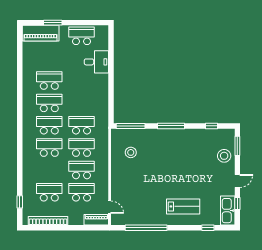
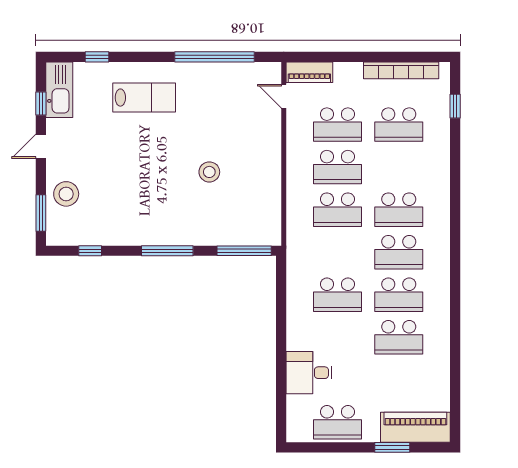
school desk: (81, 125) -> (337, 295), moved
stool: (131, 152) -> (209, 172), moved
lab bench: (183, 206) -> (144, 98), turned 180

